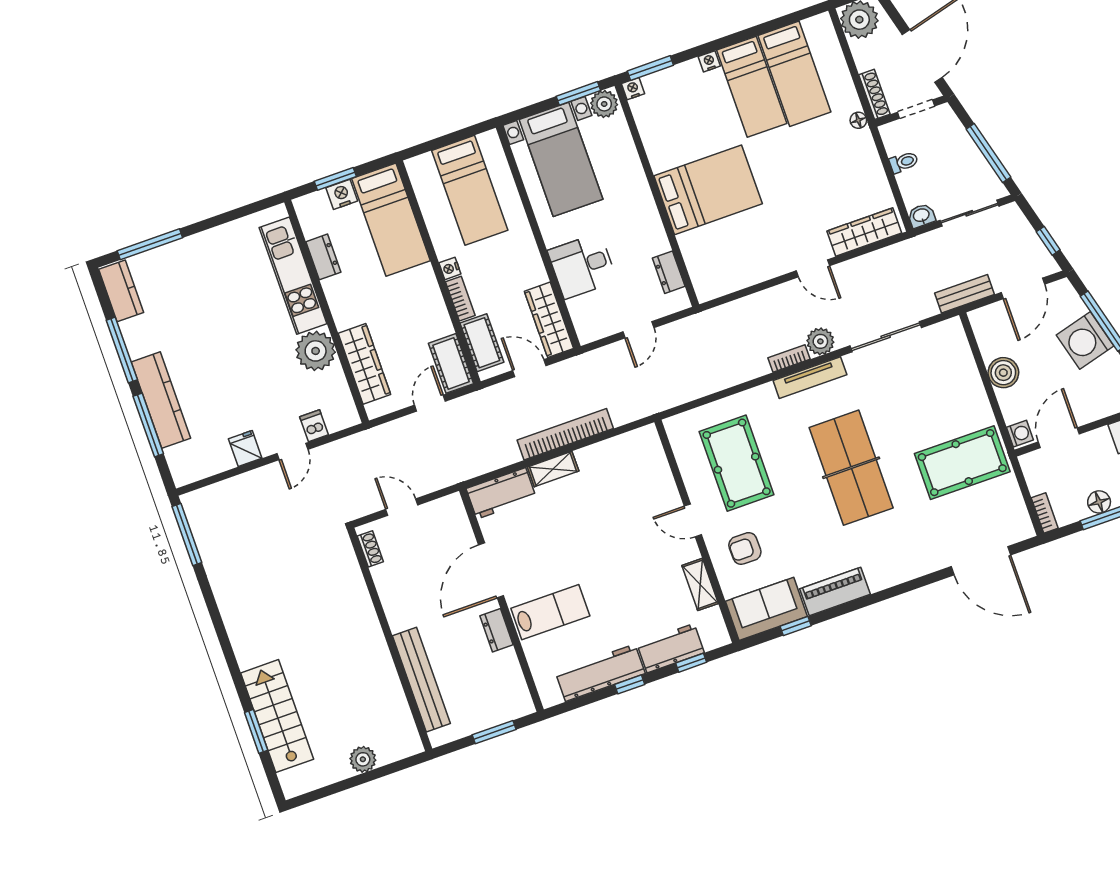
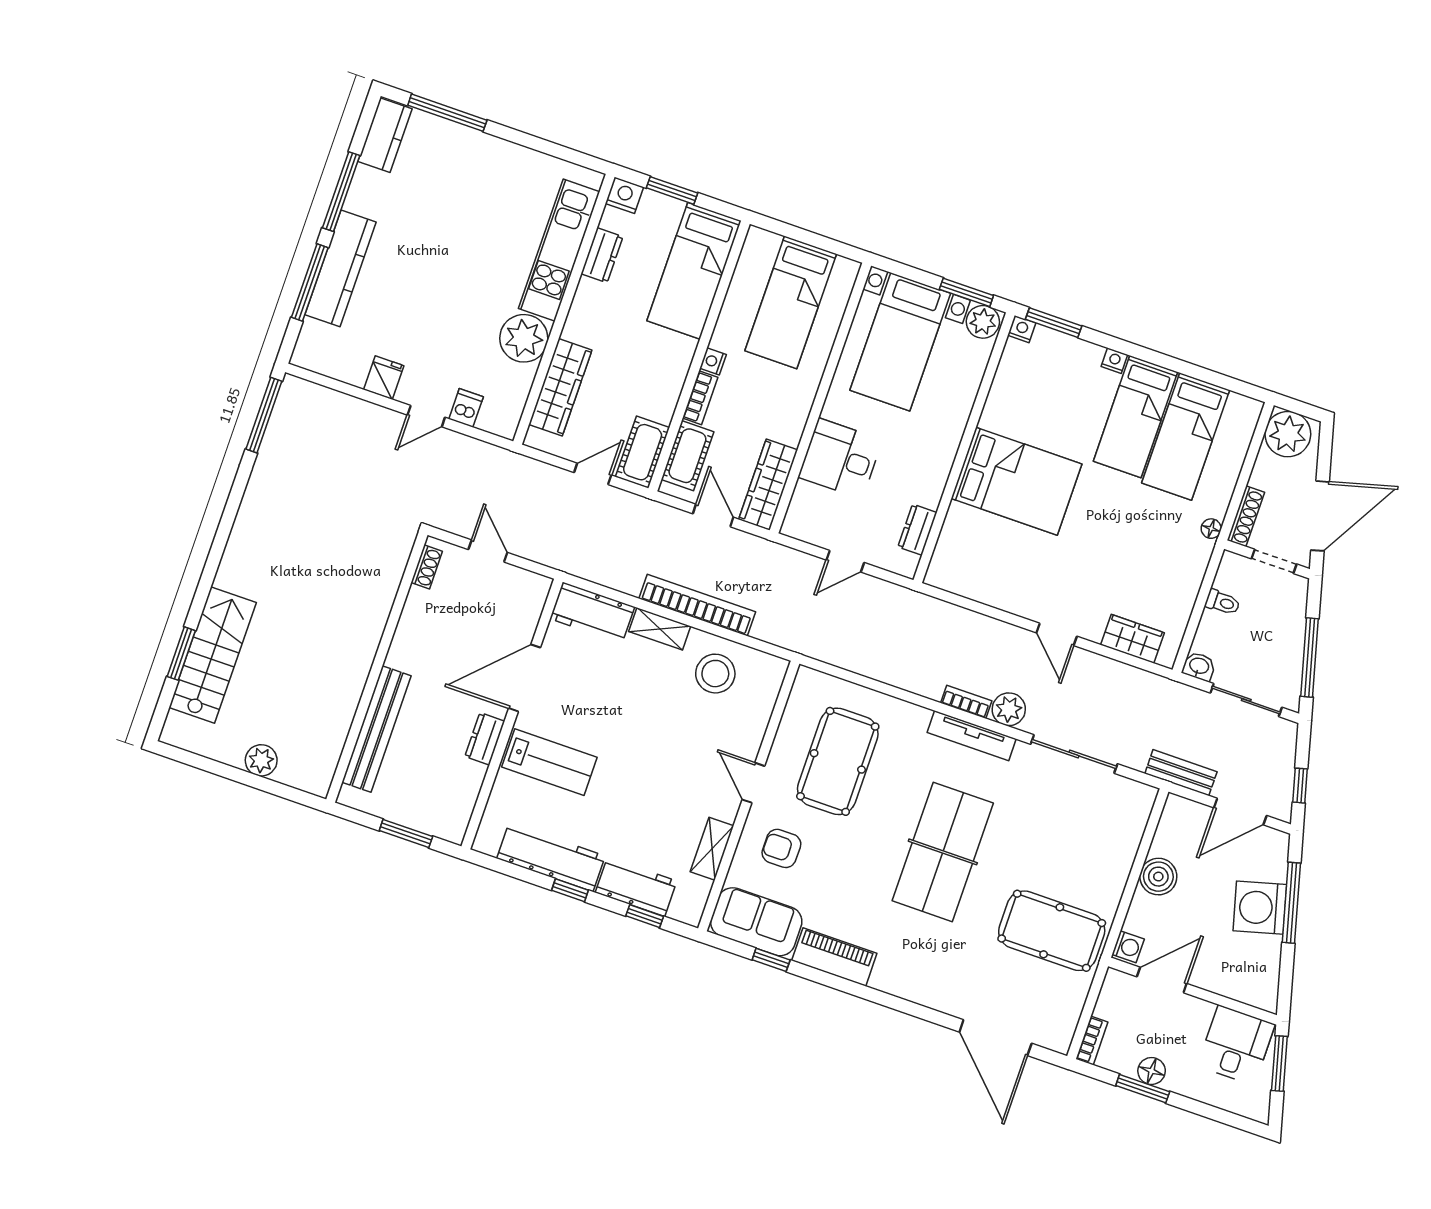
nightstand: (342, 194) -> (624, 195), moved
wardrobe: (864, 232) -> (1133, 639), width x0.67
stool: (612, 469) -> (715, 674), added

